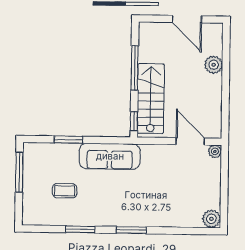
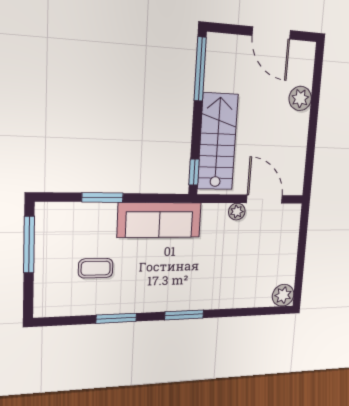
window: (135, 68) -> (200, 69), moved
plant: (215, 151) -> (237, 212), moved

